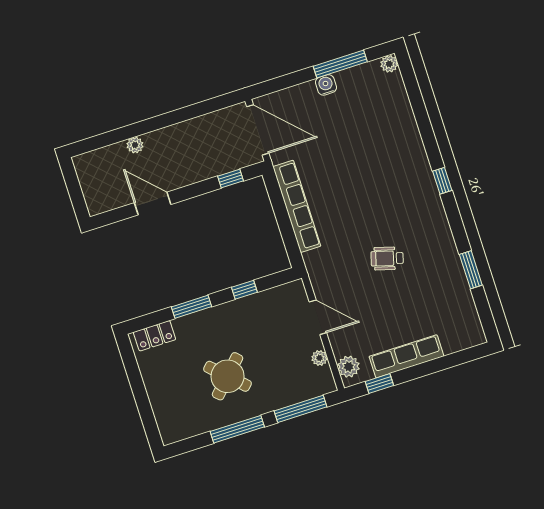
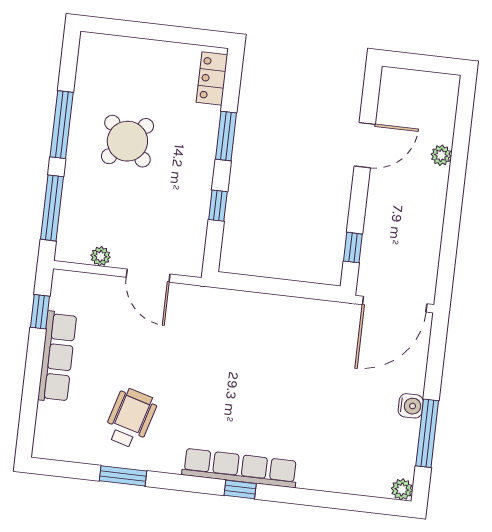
row of seats: (297, 206) -> (240, 468), moved, turned 180
wheelchair: (387, 258) -> (130, 418), moved, width x1.36, depth x1.37
door: (318, 317) -> (148, 276), hinge flipped
plant: (349, 367) -> (76, 285), removed

